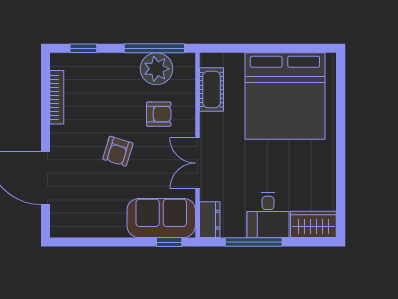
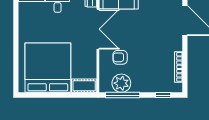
cot: (212, 89) -> (84, 86), moved, turned 90
armchair: (118, 151) -> (143, 36), removed
double door: (197, 163) -> (98, 29), width x1.37

